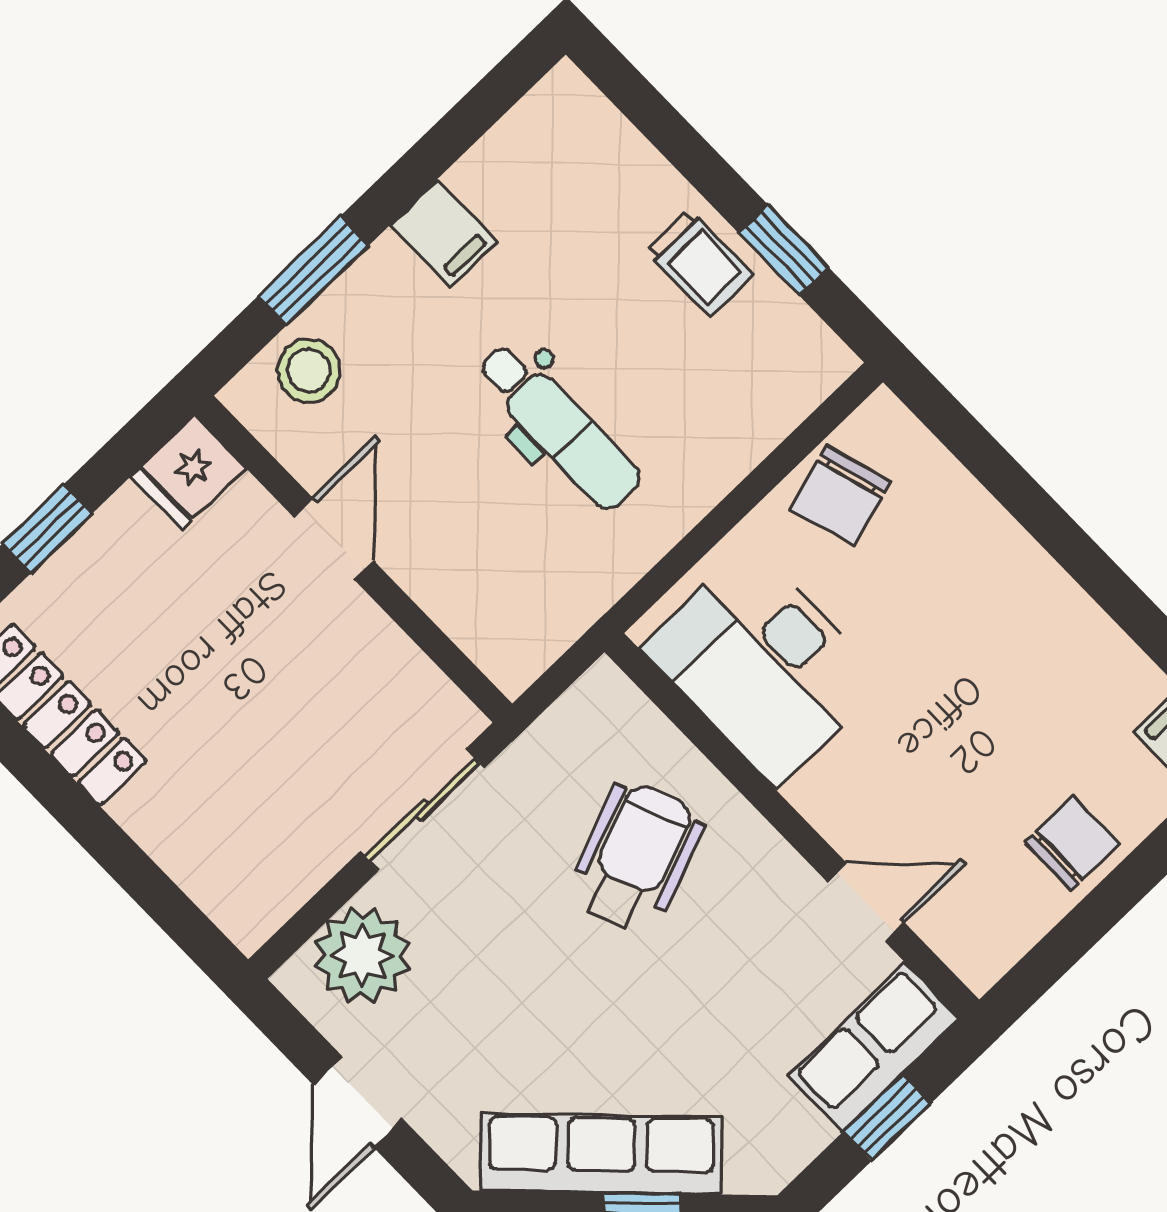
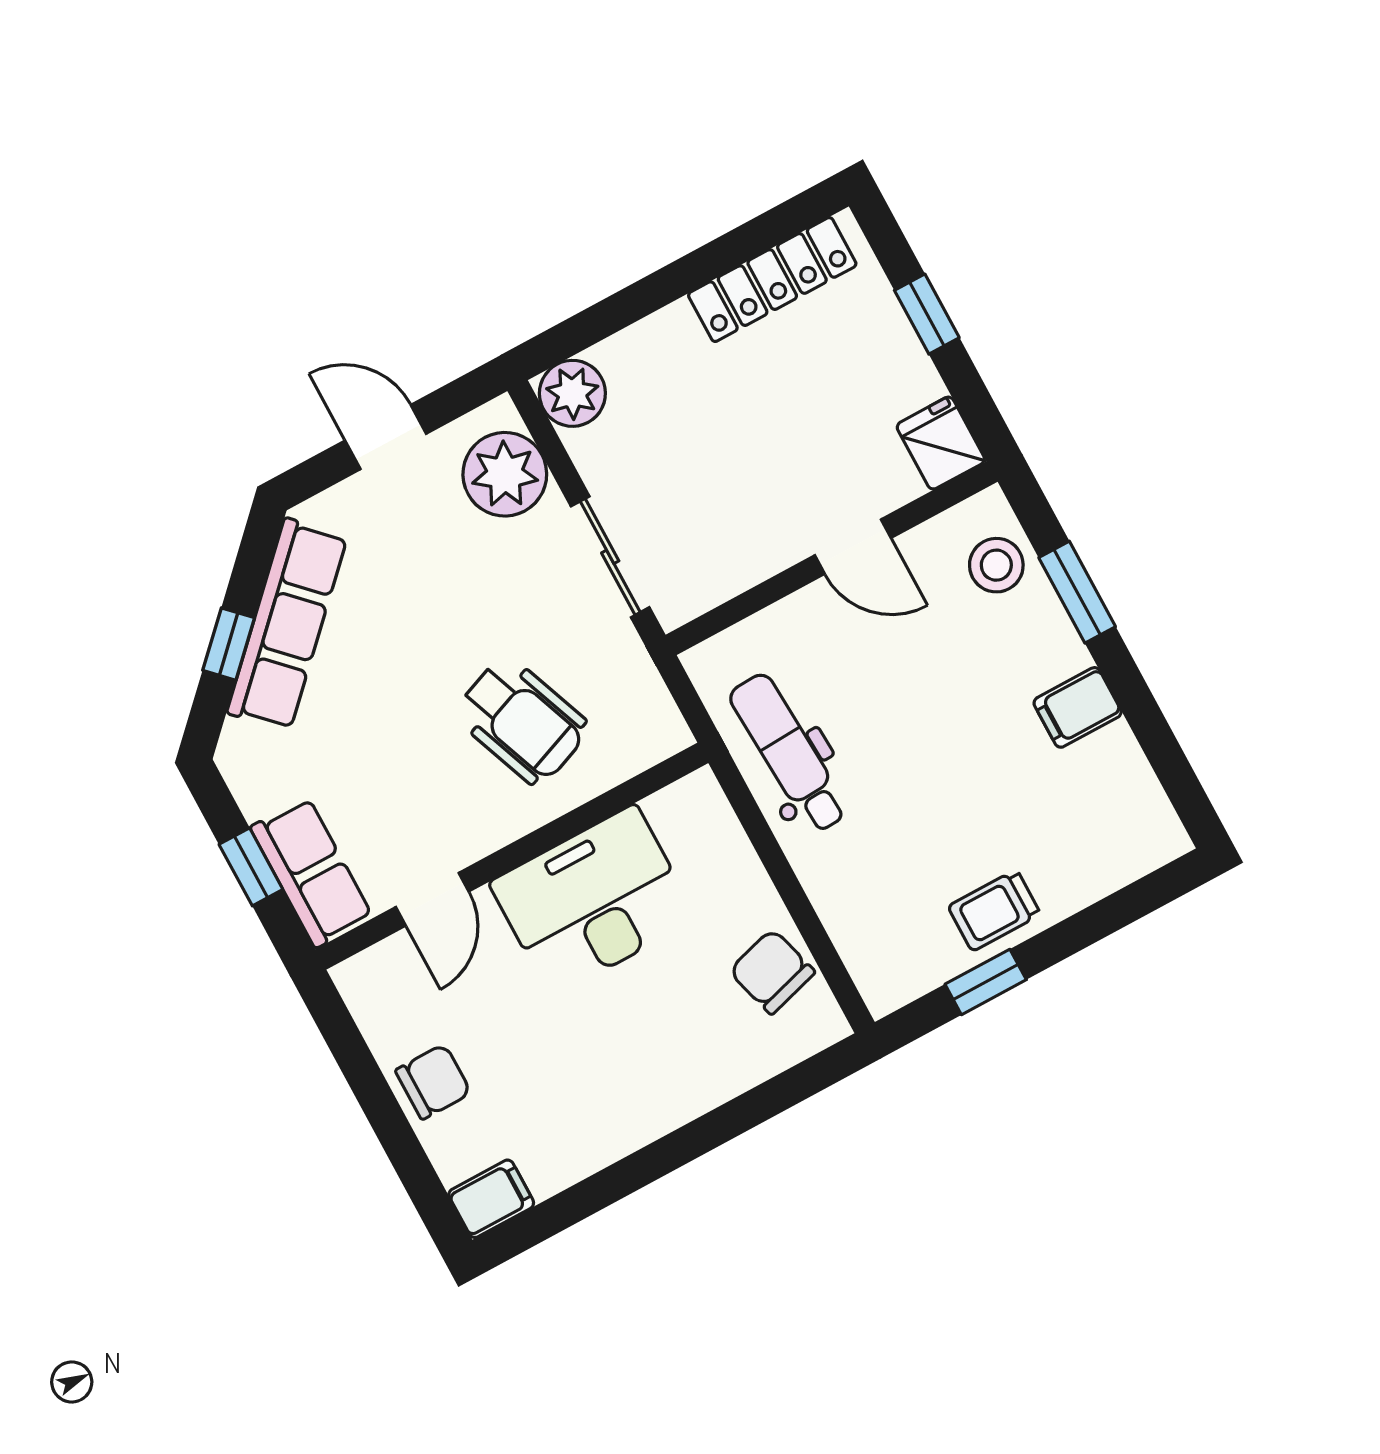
dental chair: (559, 426) -> (789, 753), moved, turned 87
desk: (764, 665) -> (593, 901), moved
chair: (1072, 843) -> (433, 1082), turned -90
plant: (249, 904) -> (572, 393), added

